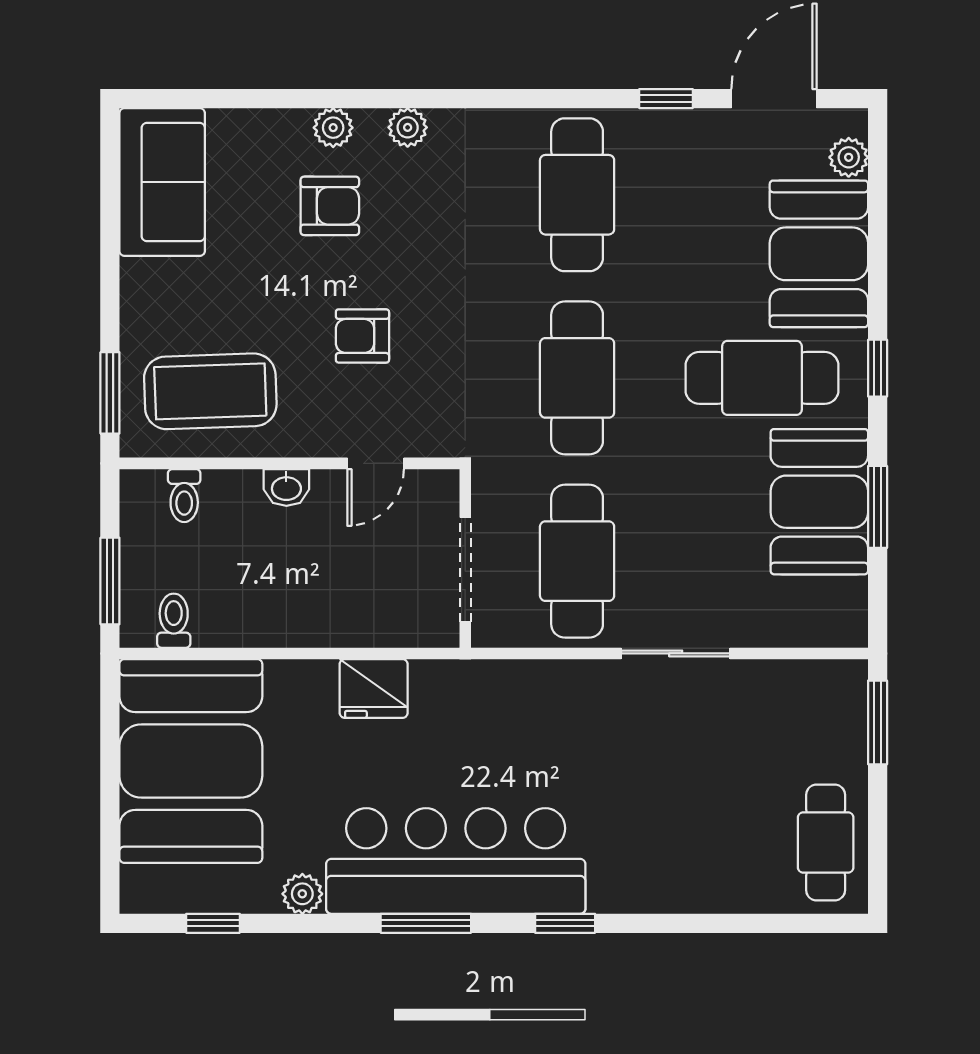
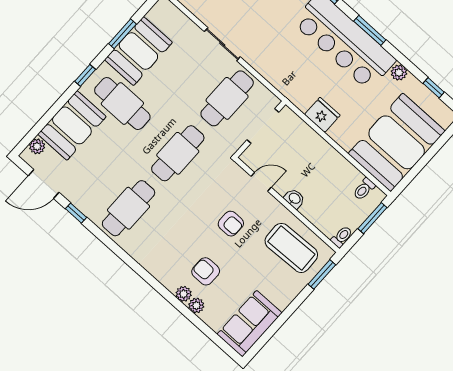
plant: (408, 127) -> (196, 305), moved
toilet: (184, 496) -> (342, 237), moved

